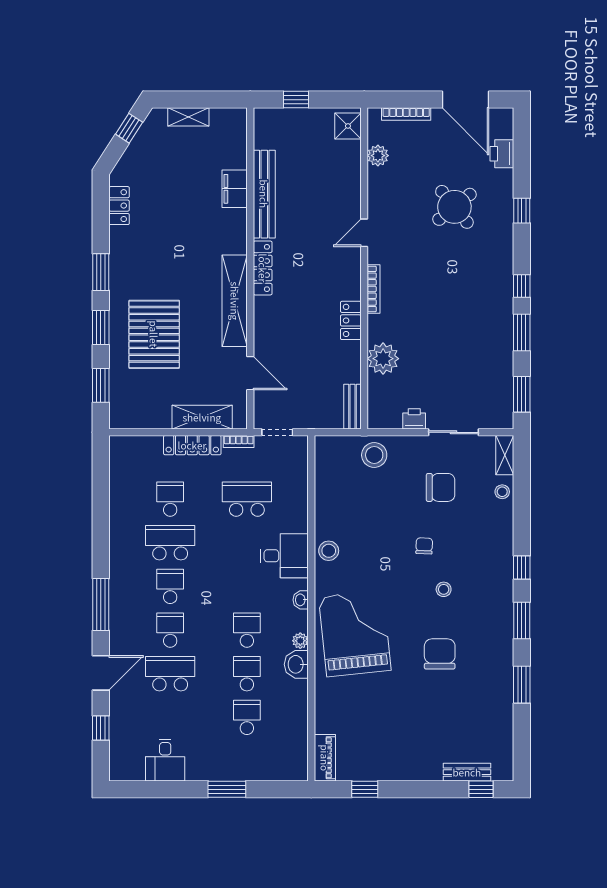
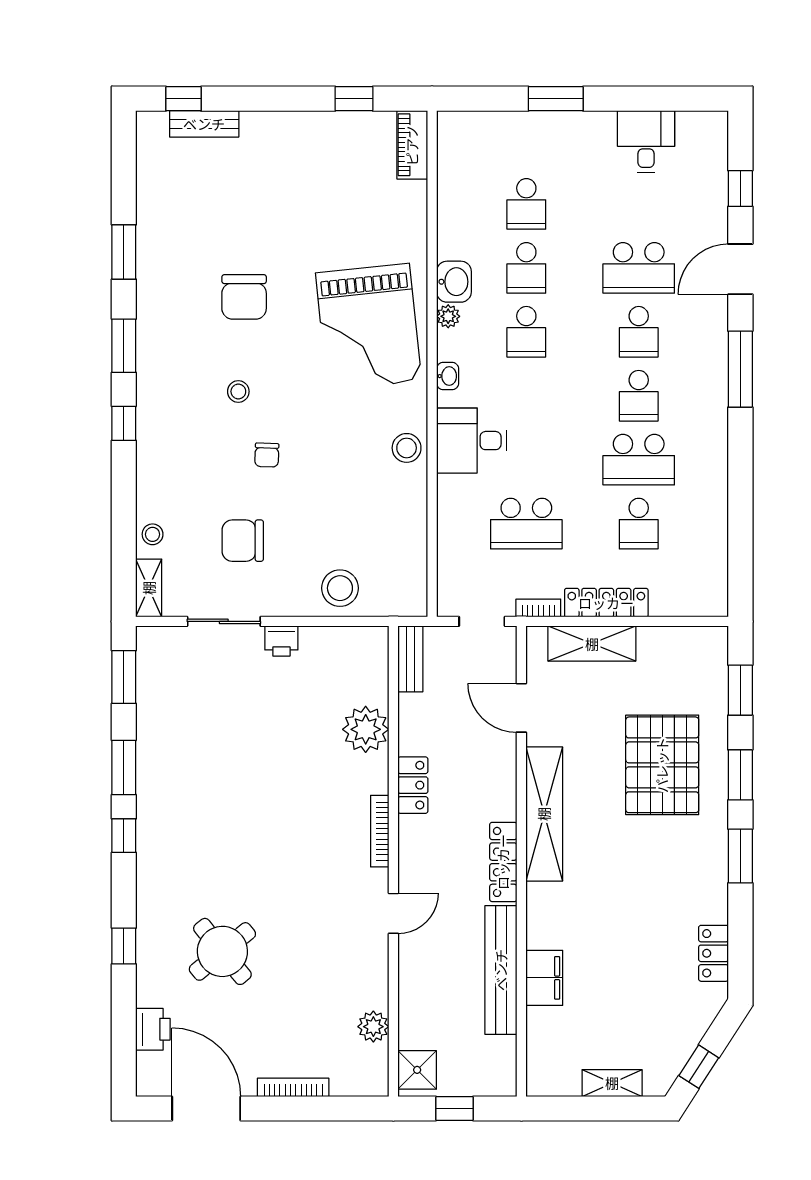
shower: (348, 126) -> (417, 1070), moved
plant: (378, 156) -> (373, 1027), moved
door: (364, 233) -> (393, 913), moved
wall: (364, 268) -> (393, 861), moved
bookcase: (373, 289) -> (380, 831), moved
locker: (351, 320) -> (413, 785), moved
plant: (383, 359) -> (366, 729), moved
bench: (353, 407) -> (410, 659), moved

